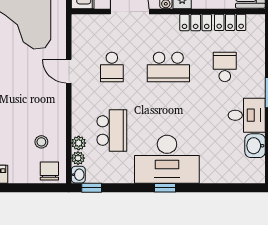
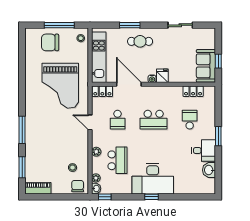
locker: (196, 22) -> (102, 91), moved
plant: (79, 143) -> (96, 152), moved

